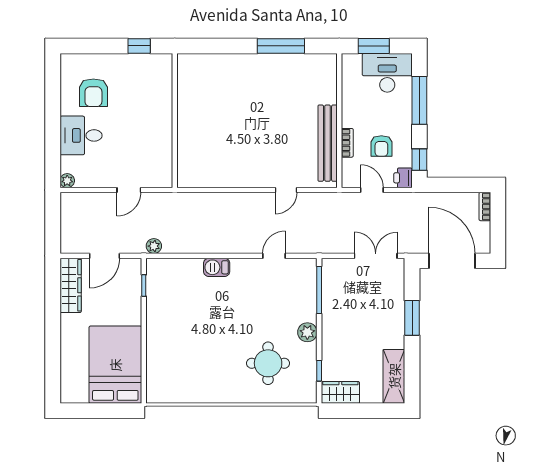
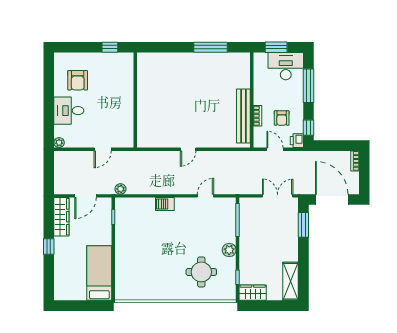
door: (286, 190) -> (188, 149), moved
window: (412, 318) -> (303, 225), moved
window: (53, 327) -> (49, 247), added
bed: (115, 365) -> (99, 273), width x0.67

